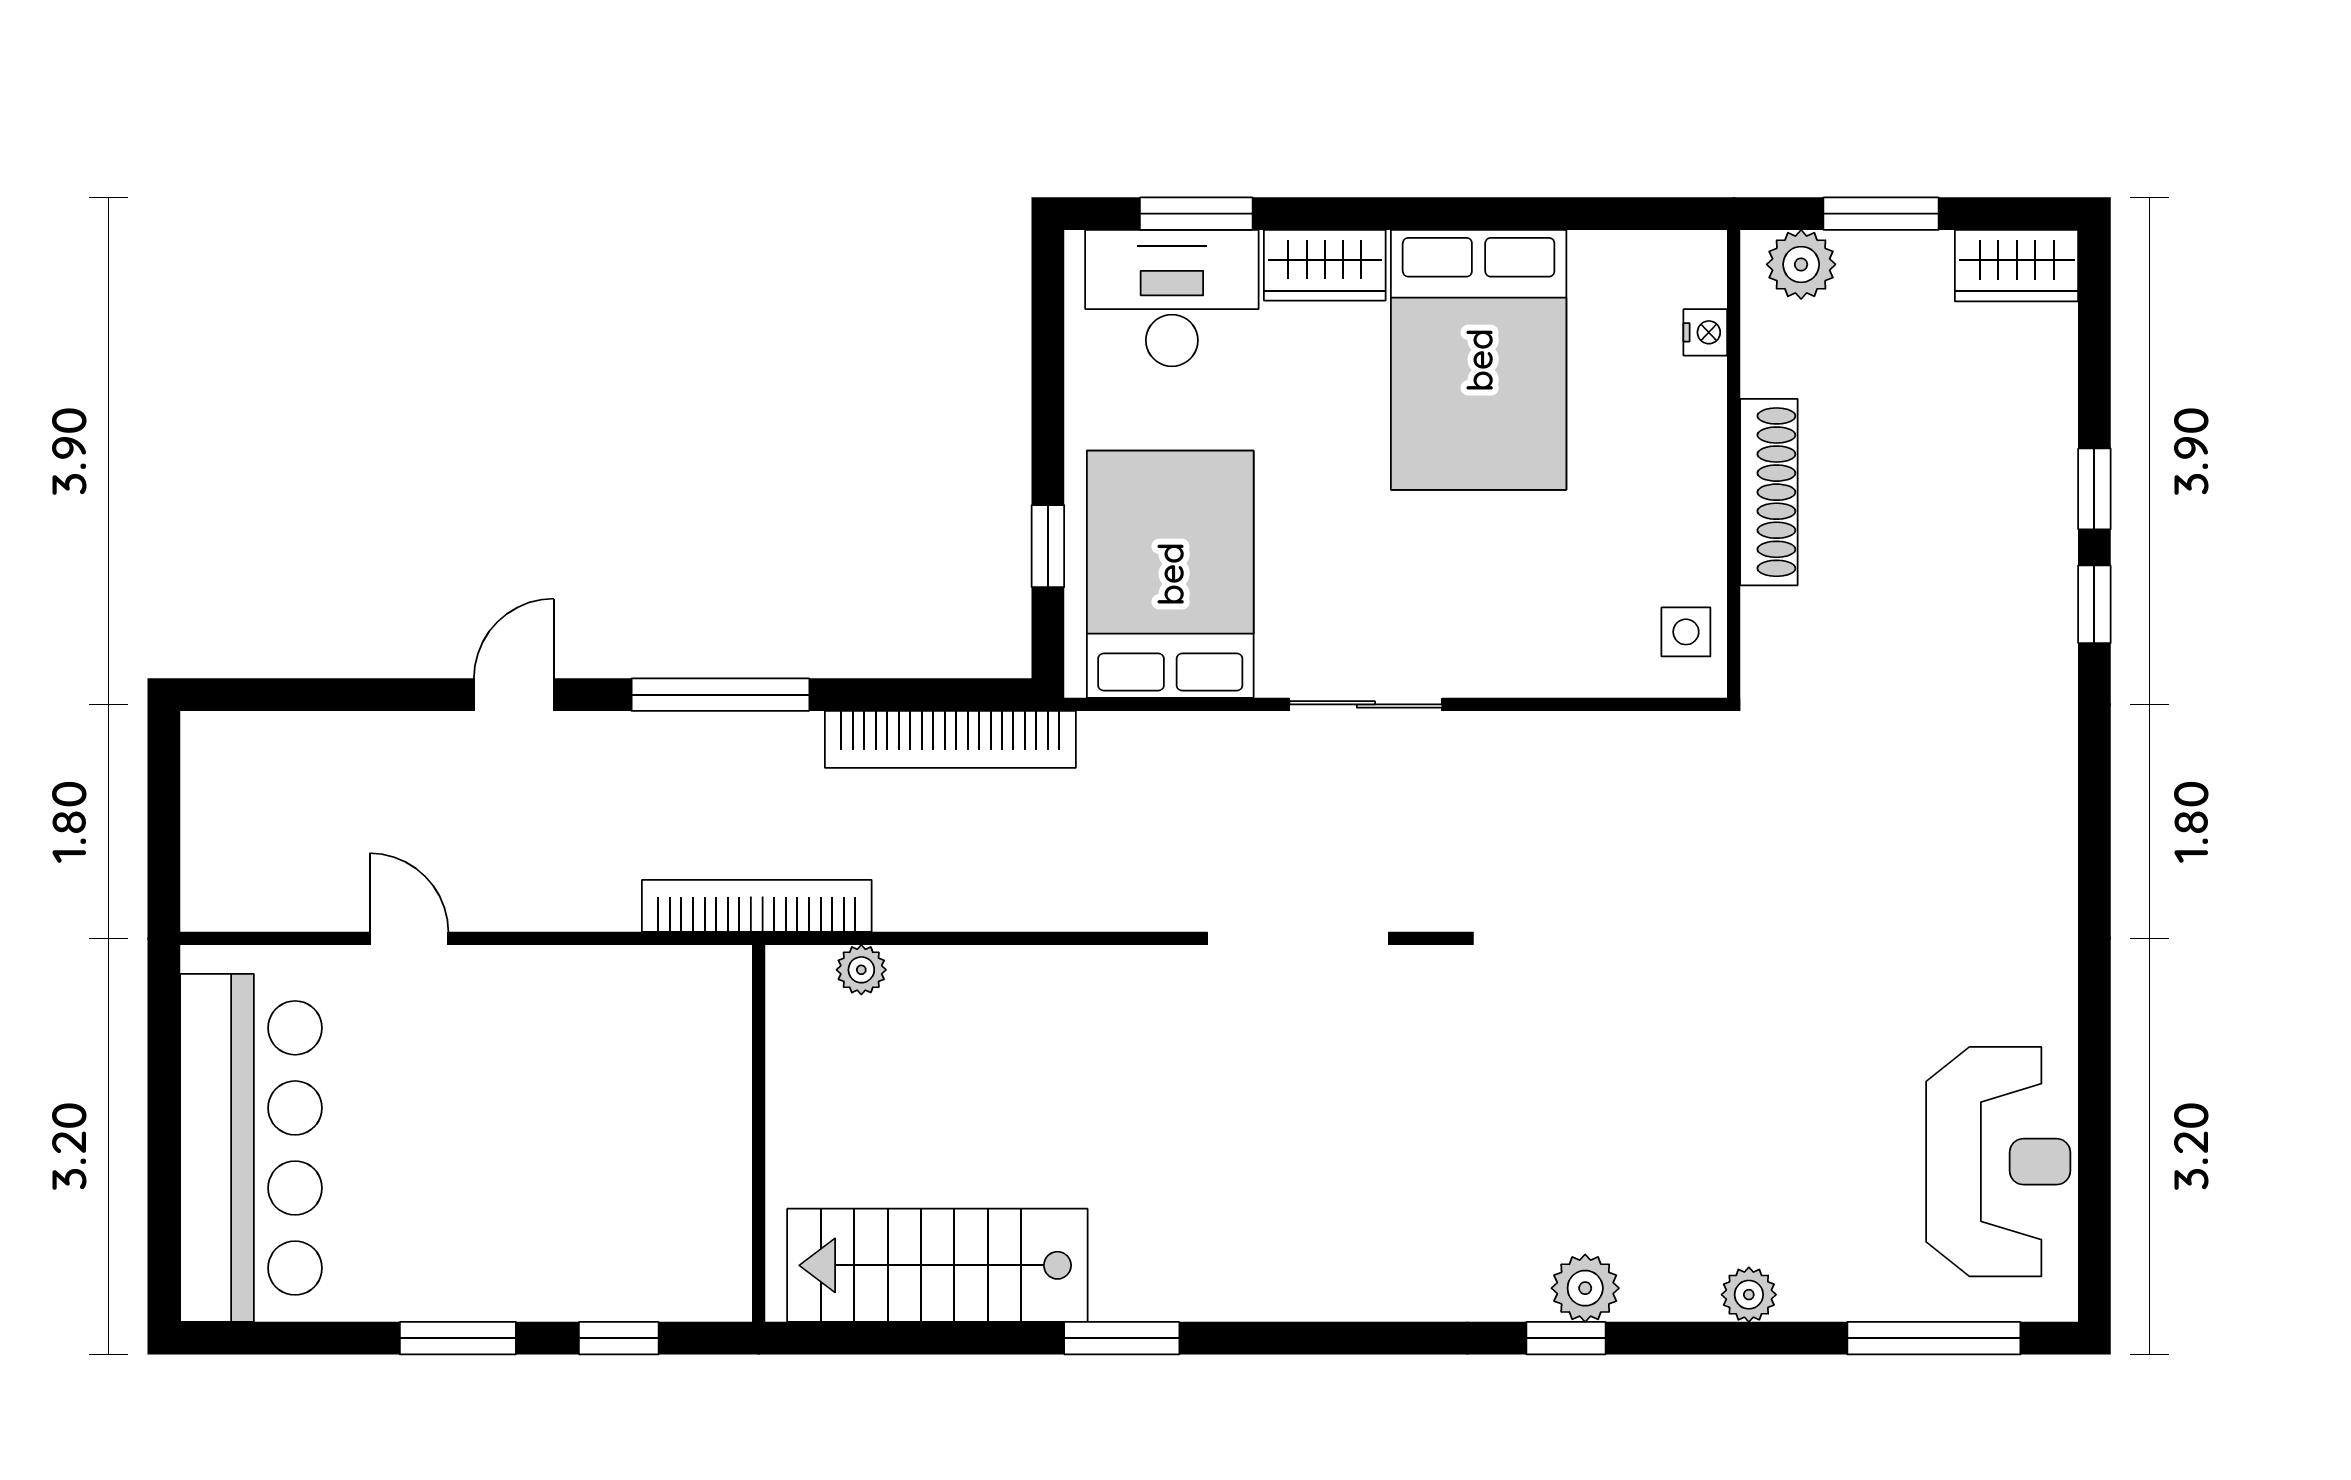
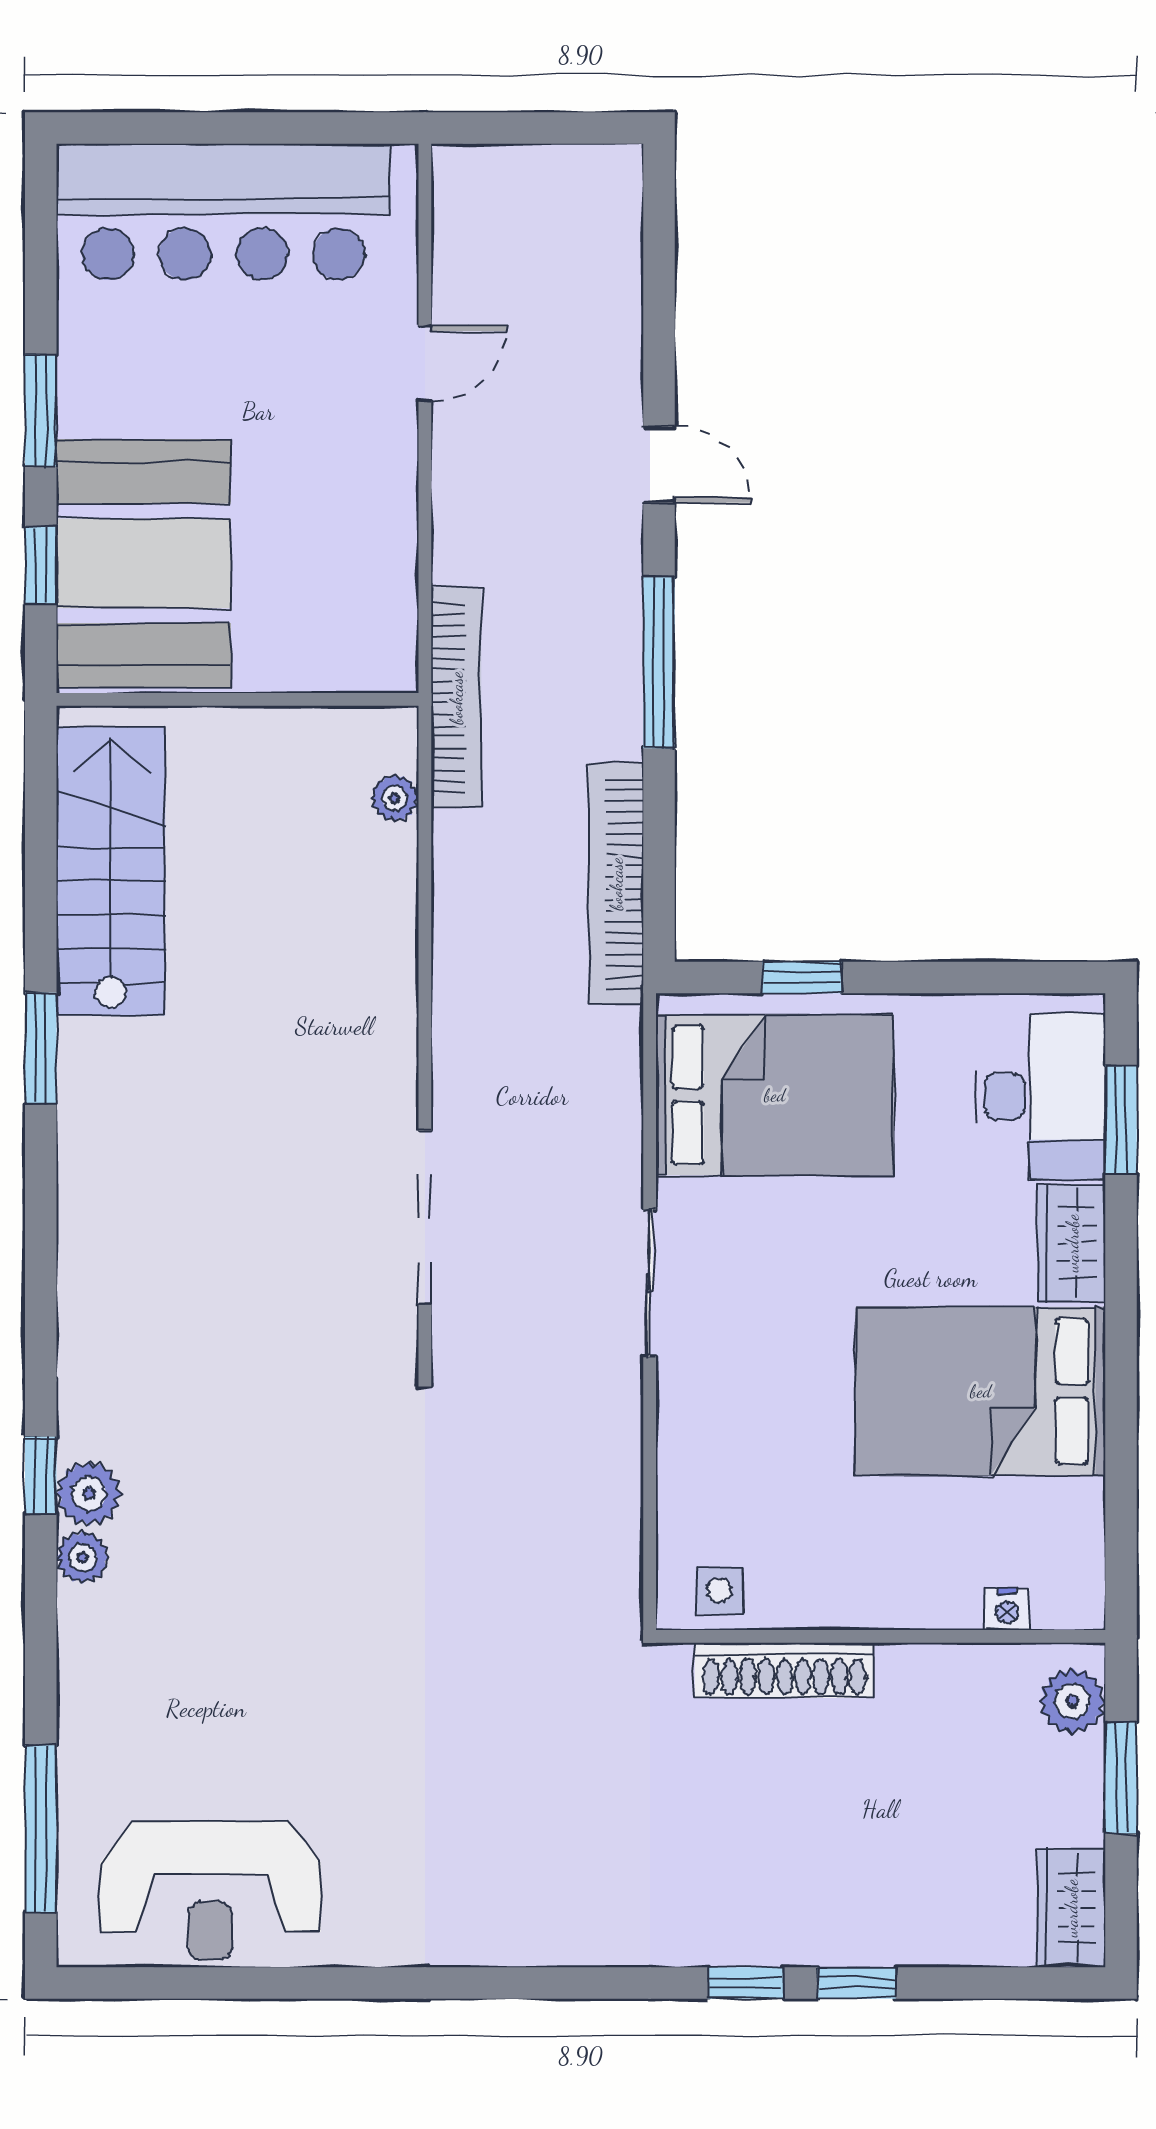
shoe rack: (1769, 492) -> (784, 1670), moved
booth: (617, 1231) -> (144, 563), added
plant: (1749, 1295) -> (83, 1557), moved

